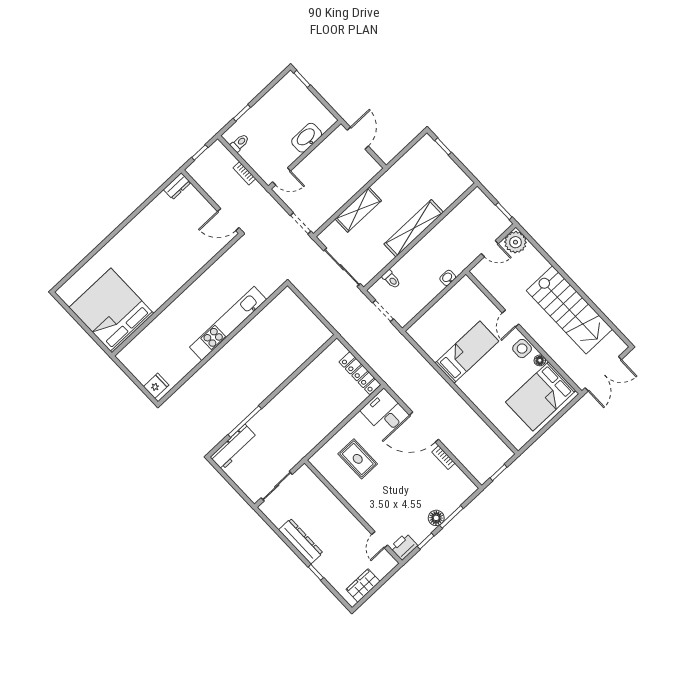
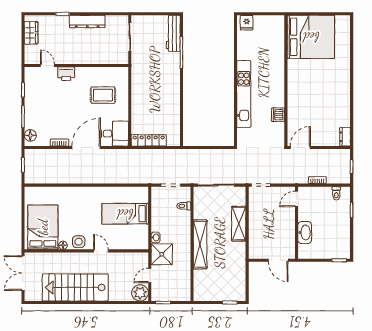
shower: (458, 256) -> (162, 254), added
dishwasher: (217, 271) -> (278, 115), added
bed: (467, 352) -> (125, 214), moved, turned 90
floor lamp: (436, 518) -> (30, 135), moved
printer: (404, 547) -> (66, 74), moved, turned 90

